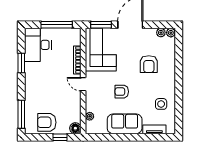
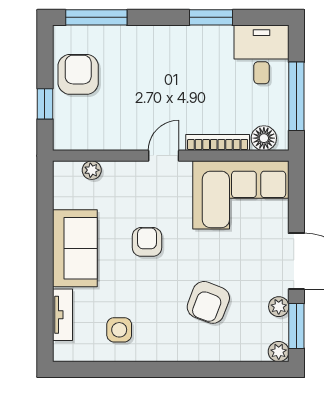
window: (101, 25) -> (296, 326), moved
plant: (161, 33) -> (279, 307), moved
desk: (38, 45) -> (261, 54), width x0.73
armchair: (149, 64) -> (208, 302), turned -69
floor lamp: (75, 128) -> (264, 138), moved

